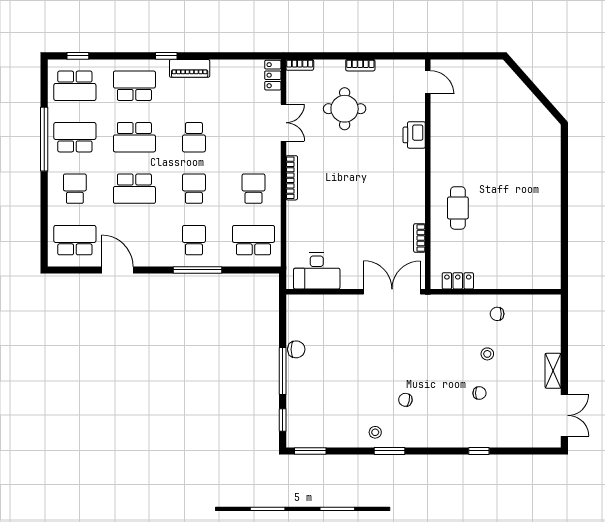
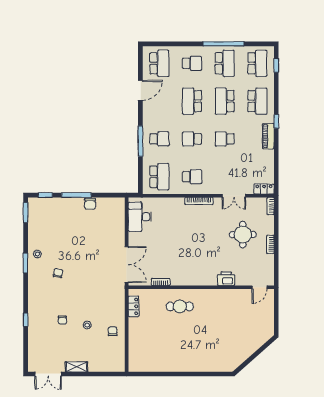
school desk: (75, 86) -> (257, 63), turned 180
school desk: (194, 189) -> (192, 139), turned 180

